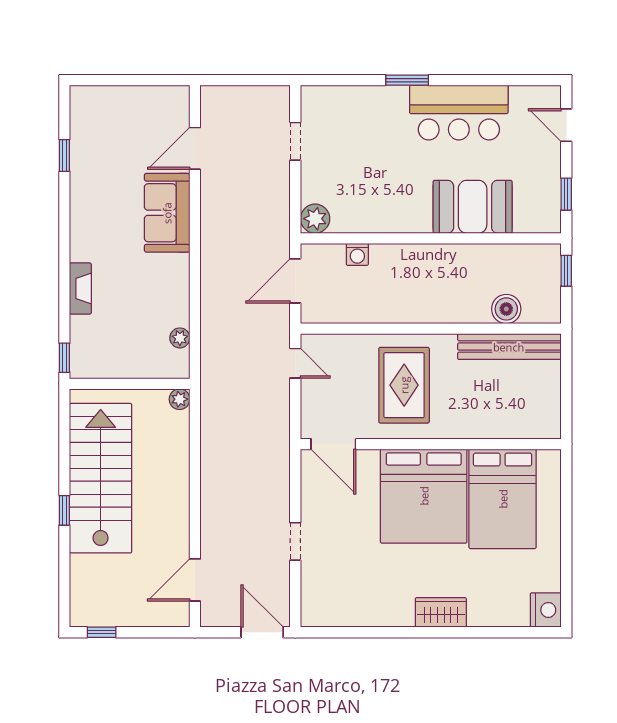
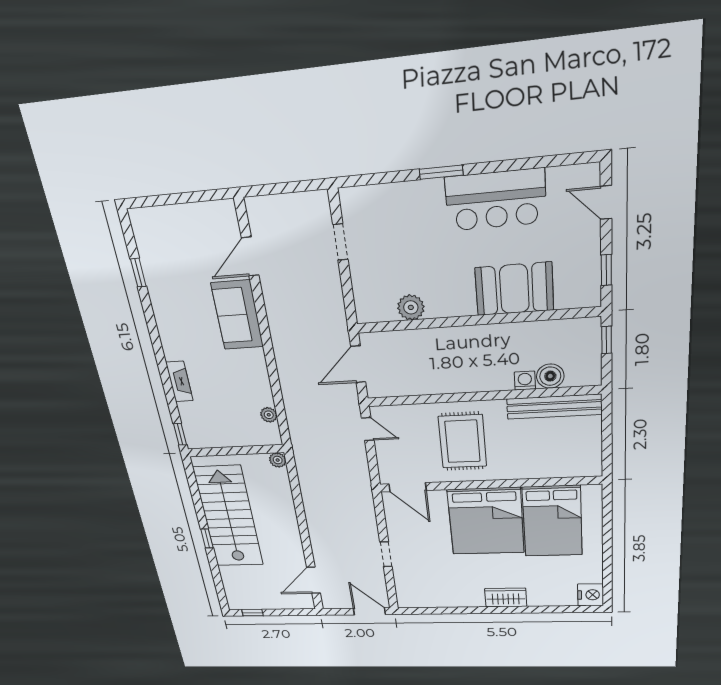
plant: (315, 219) -> (411, 307), moved
washing machine: (357, 254) -> (525, 381), moved, turned 180

